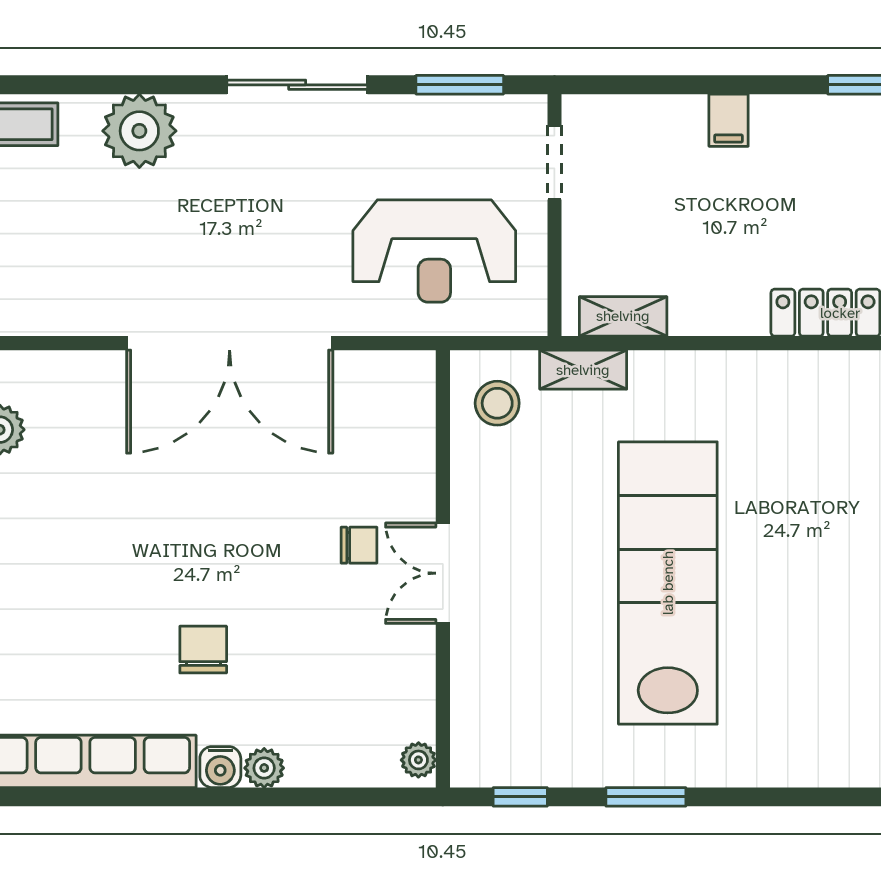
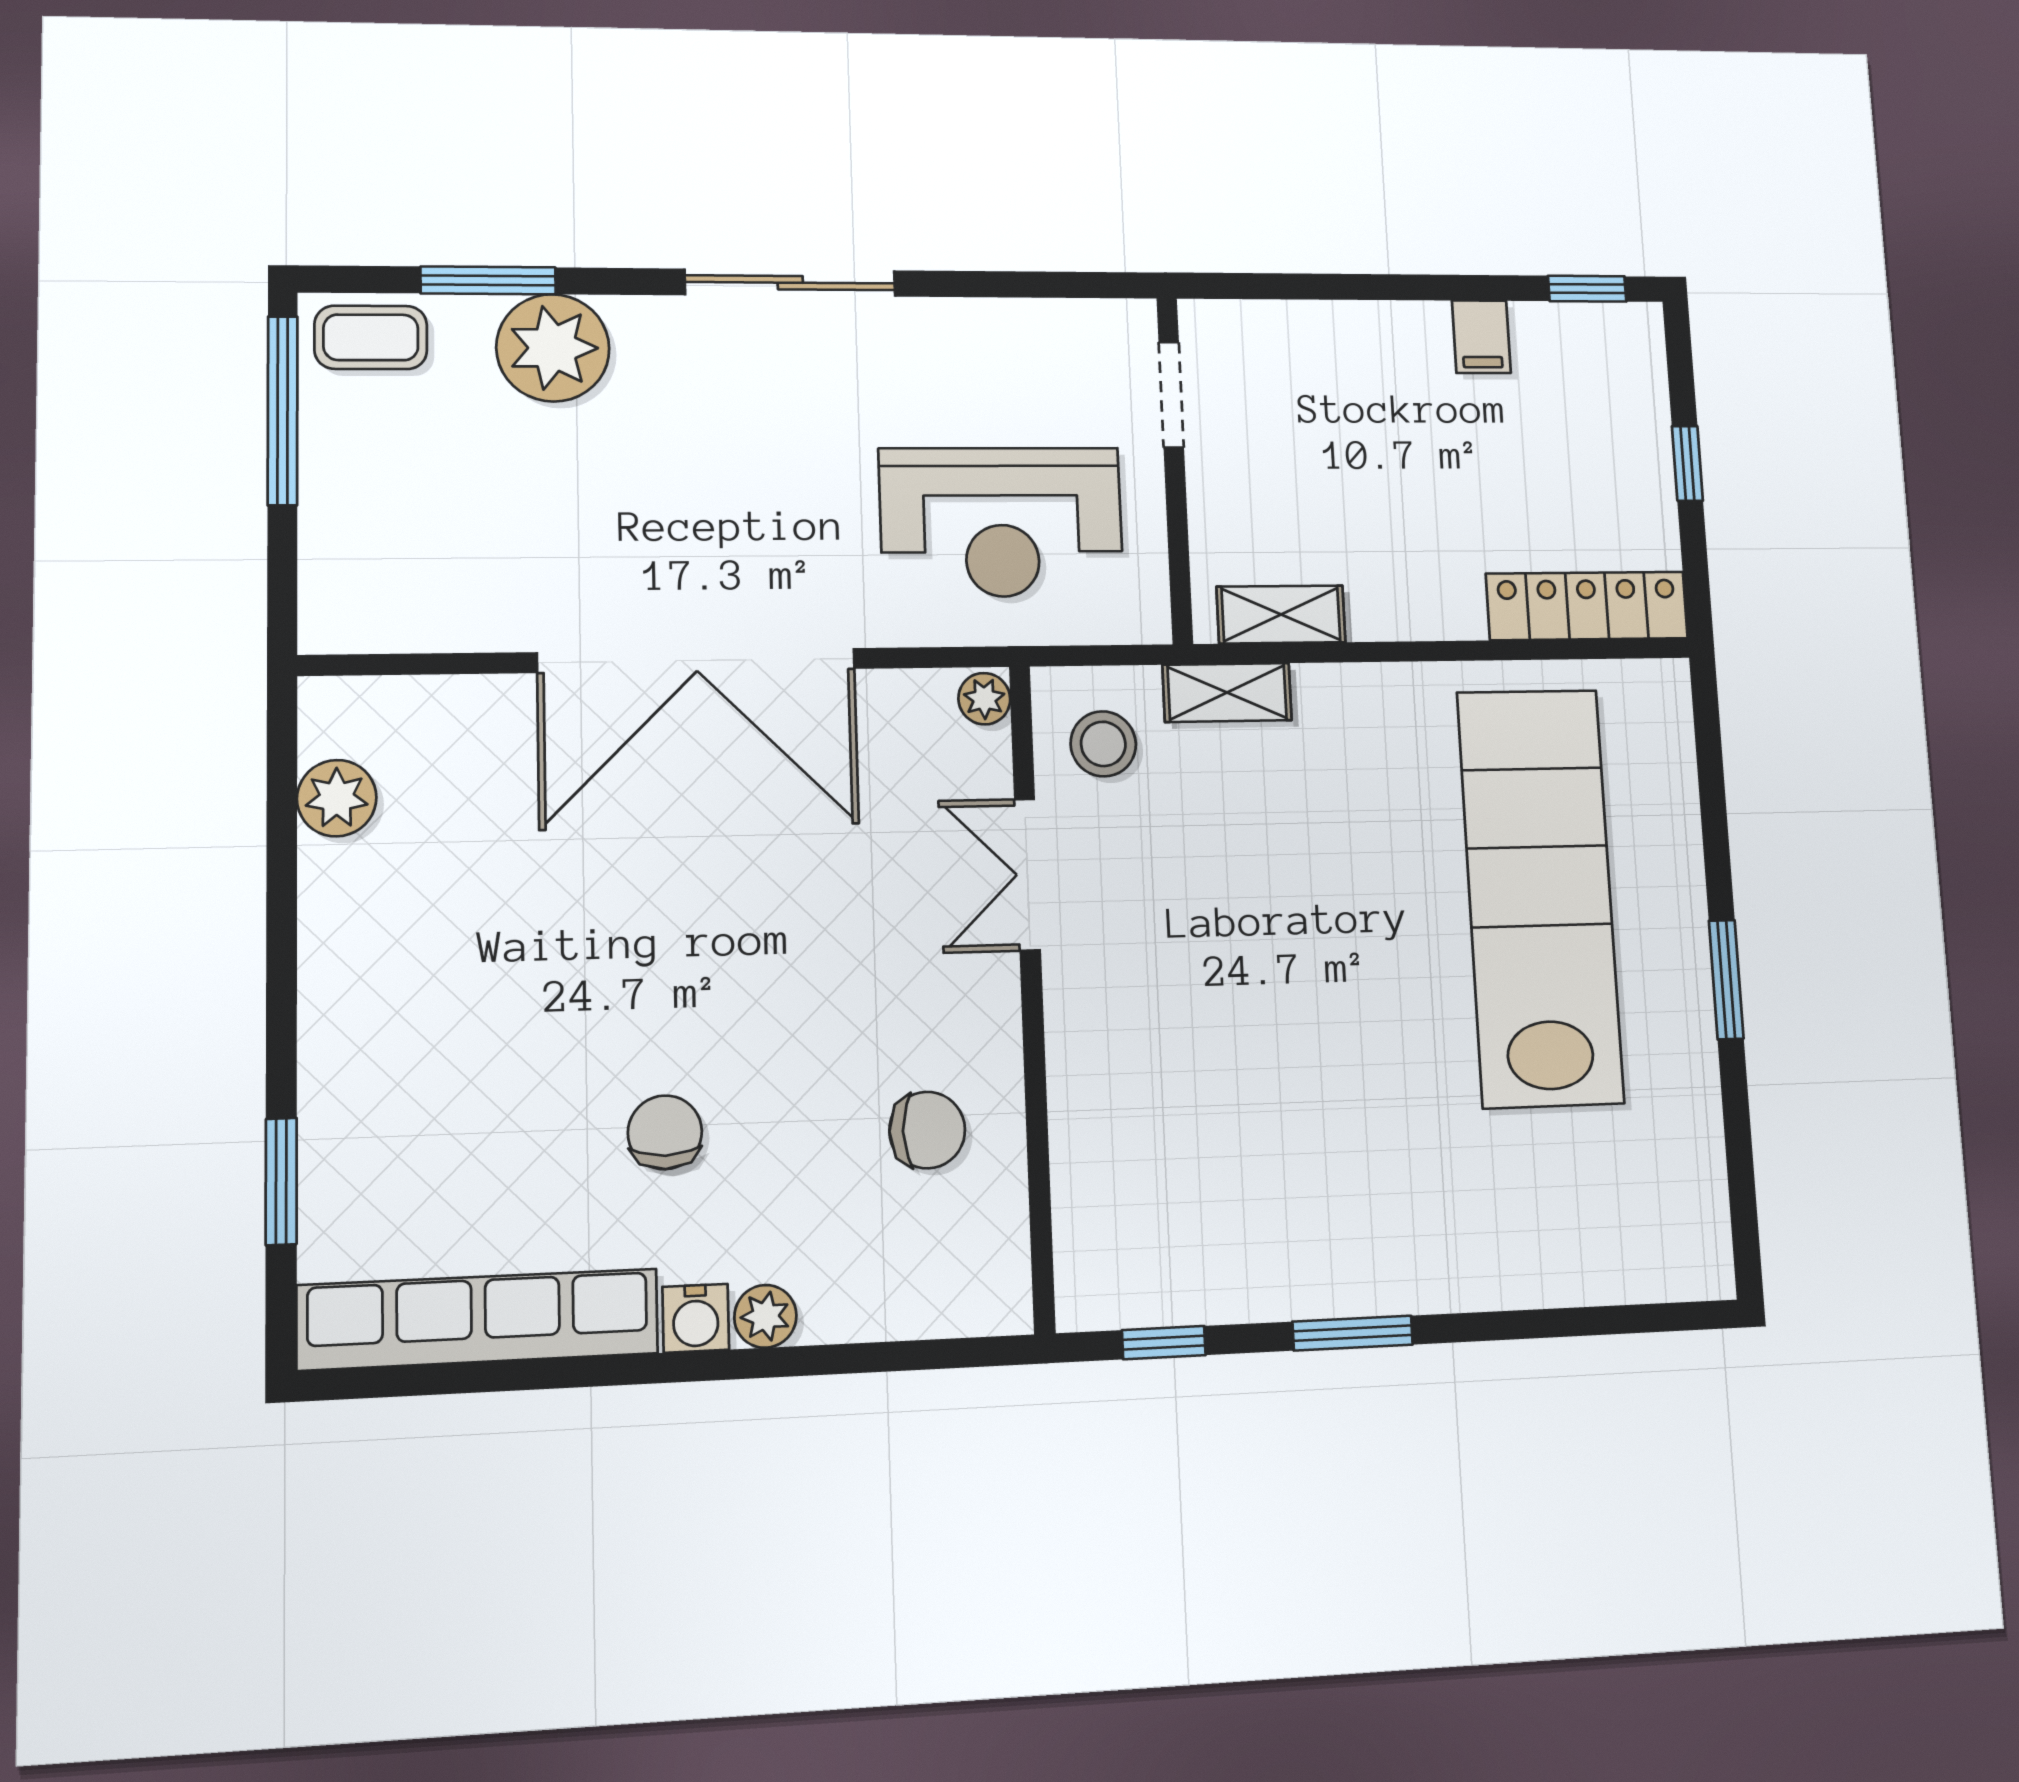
window: (460, 85) -> (488, 280), moved
filing cabinet: (729, 120) -> (1481, 337), moved
chair: (359, 545) -> (927, 1130), moved, width x1.37, depth x1.37
double door: (443, 573) -> (1027, 875), moved
lab bench: (668, 583) -> (1540, 897), moved
plant: (418, 760) -> (984, 699), moved

